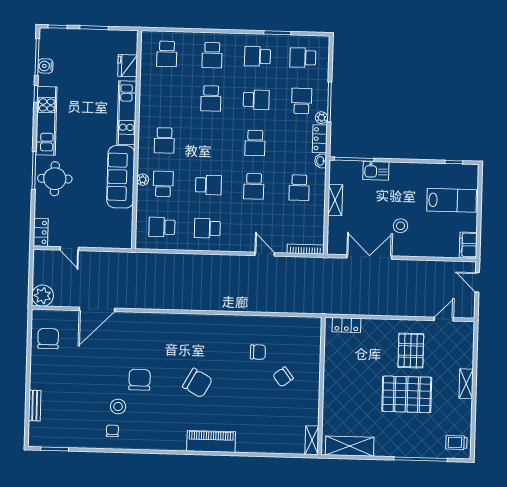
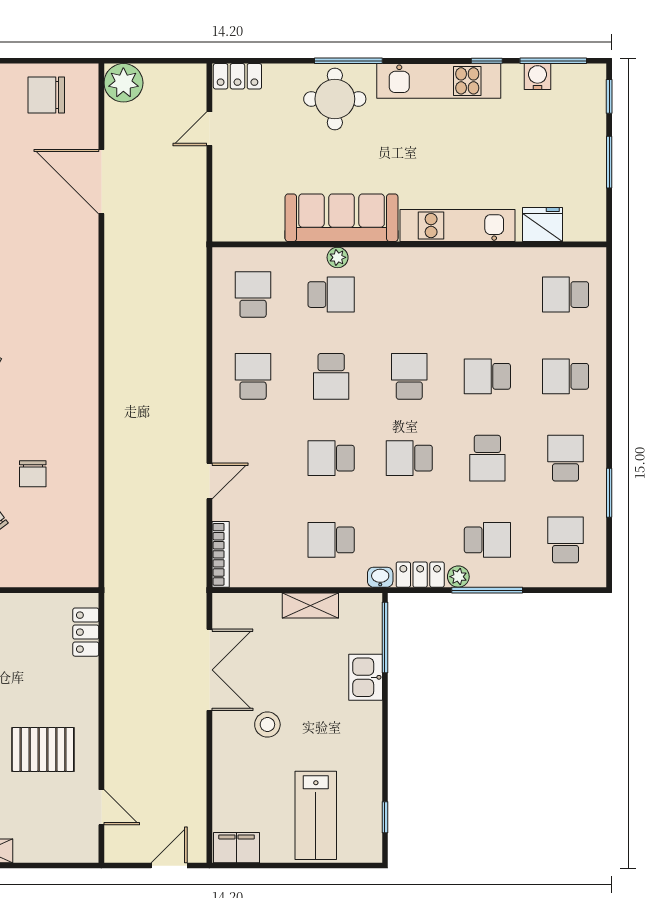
school desk: (164, 140) -> (409, 376), moved, turned 90
chair: (48, 339) -> (46, 95), turned 180

